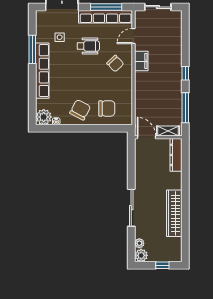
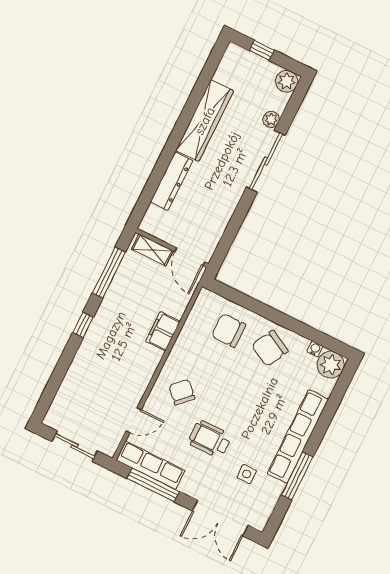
row of seats: (106, 17) -> (151, 465), width x0.73
filing cabinet: (141, 61) -> (163, 331), moved
dresser: (176, 155) -> (172, 181), moved
plant: (139, 243) -> (271, 119), moved

